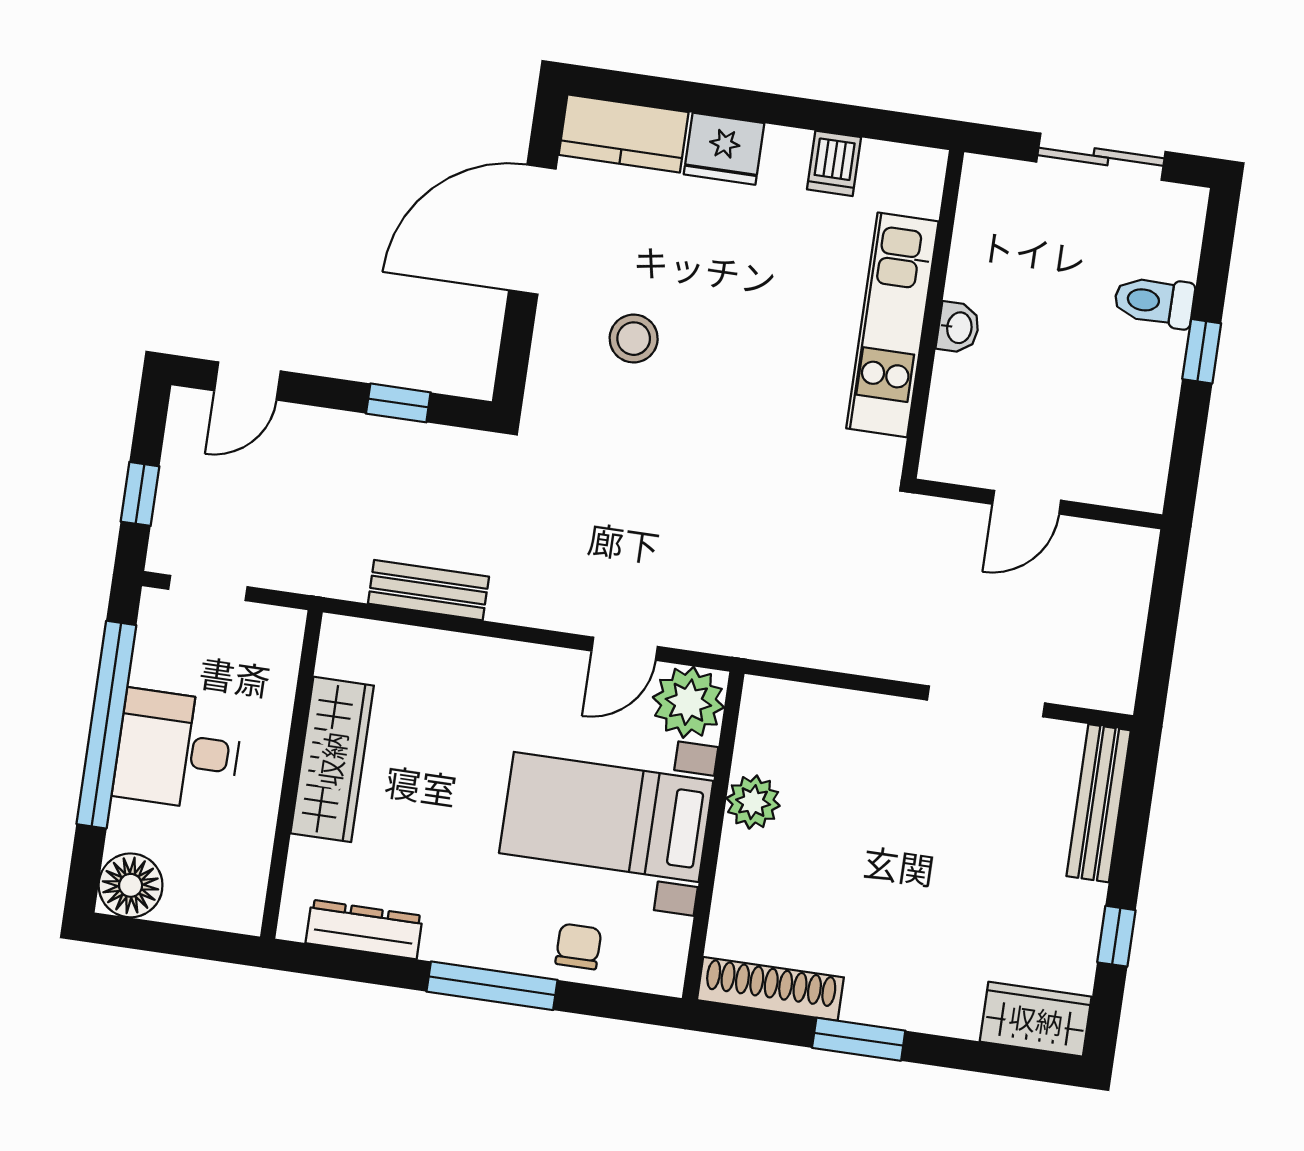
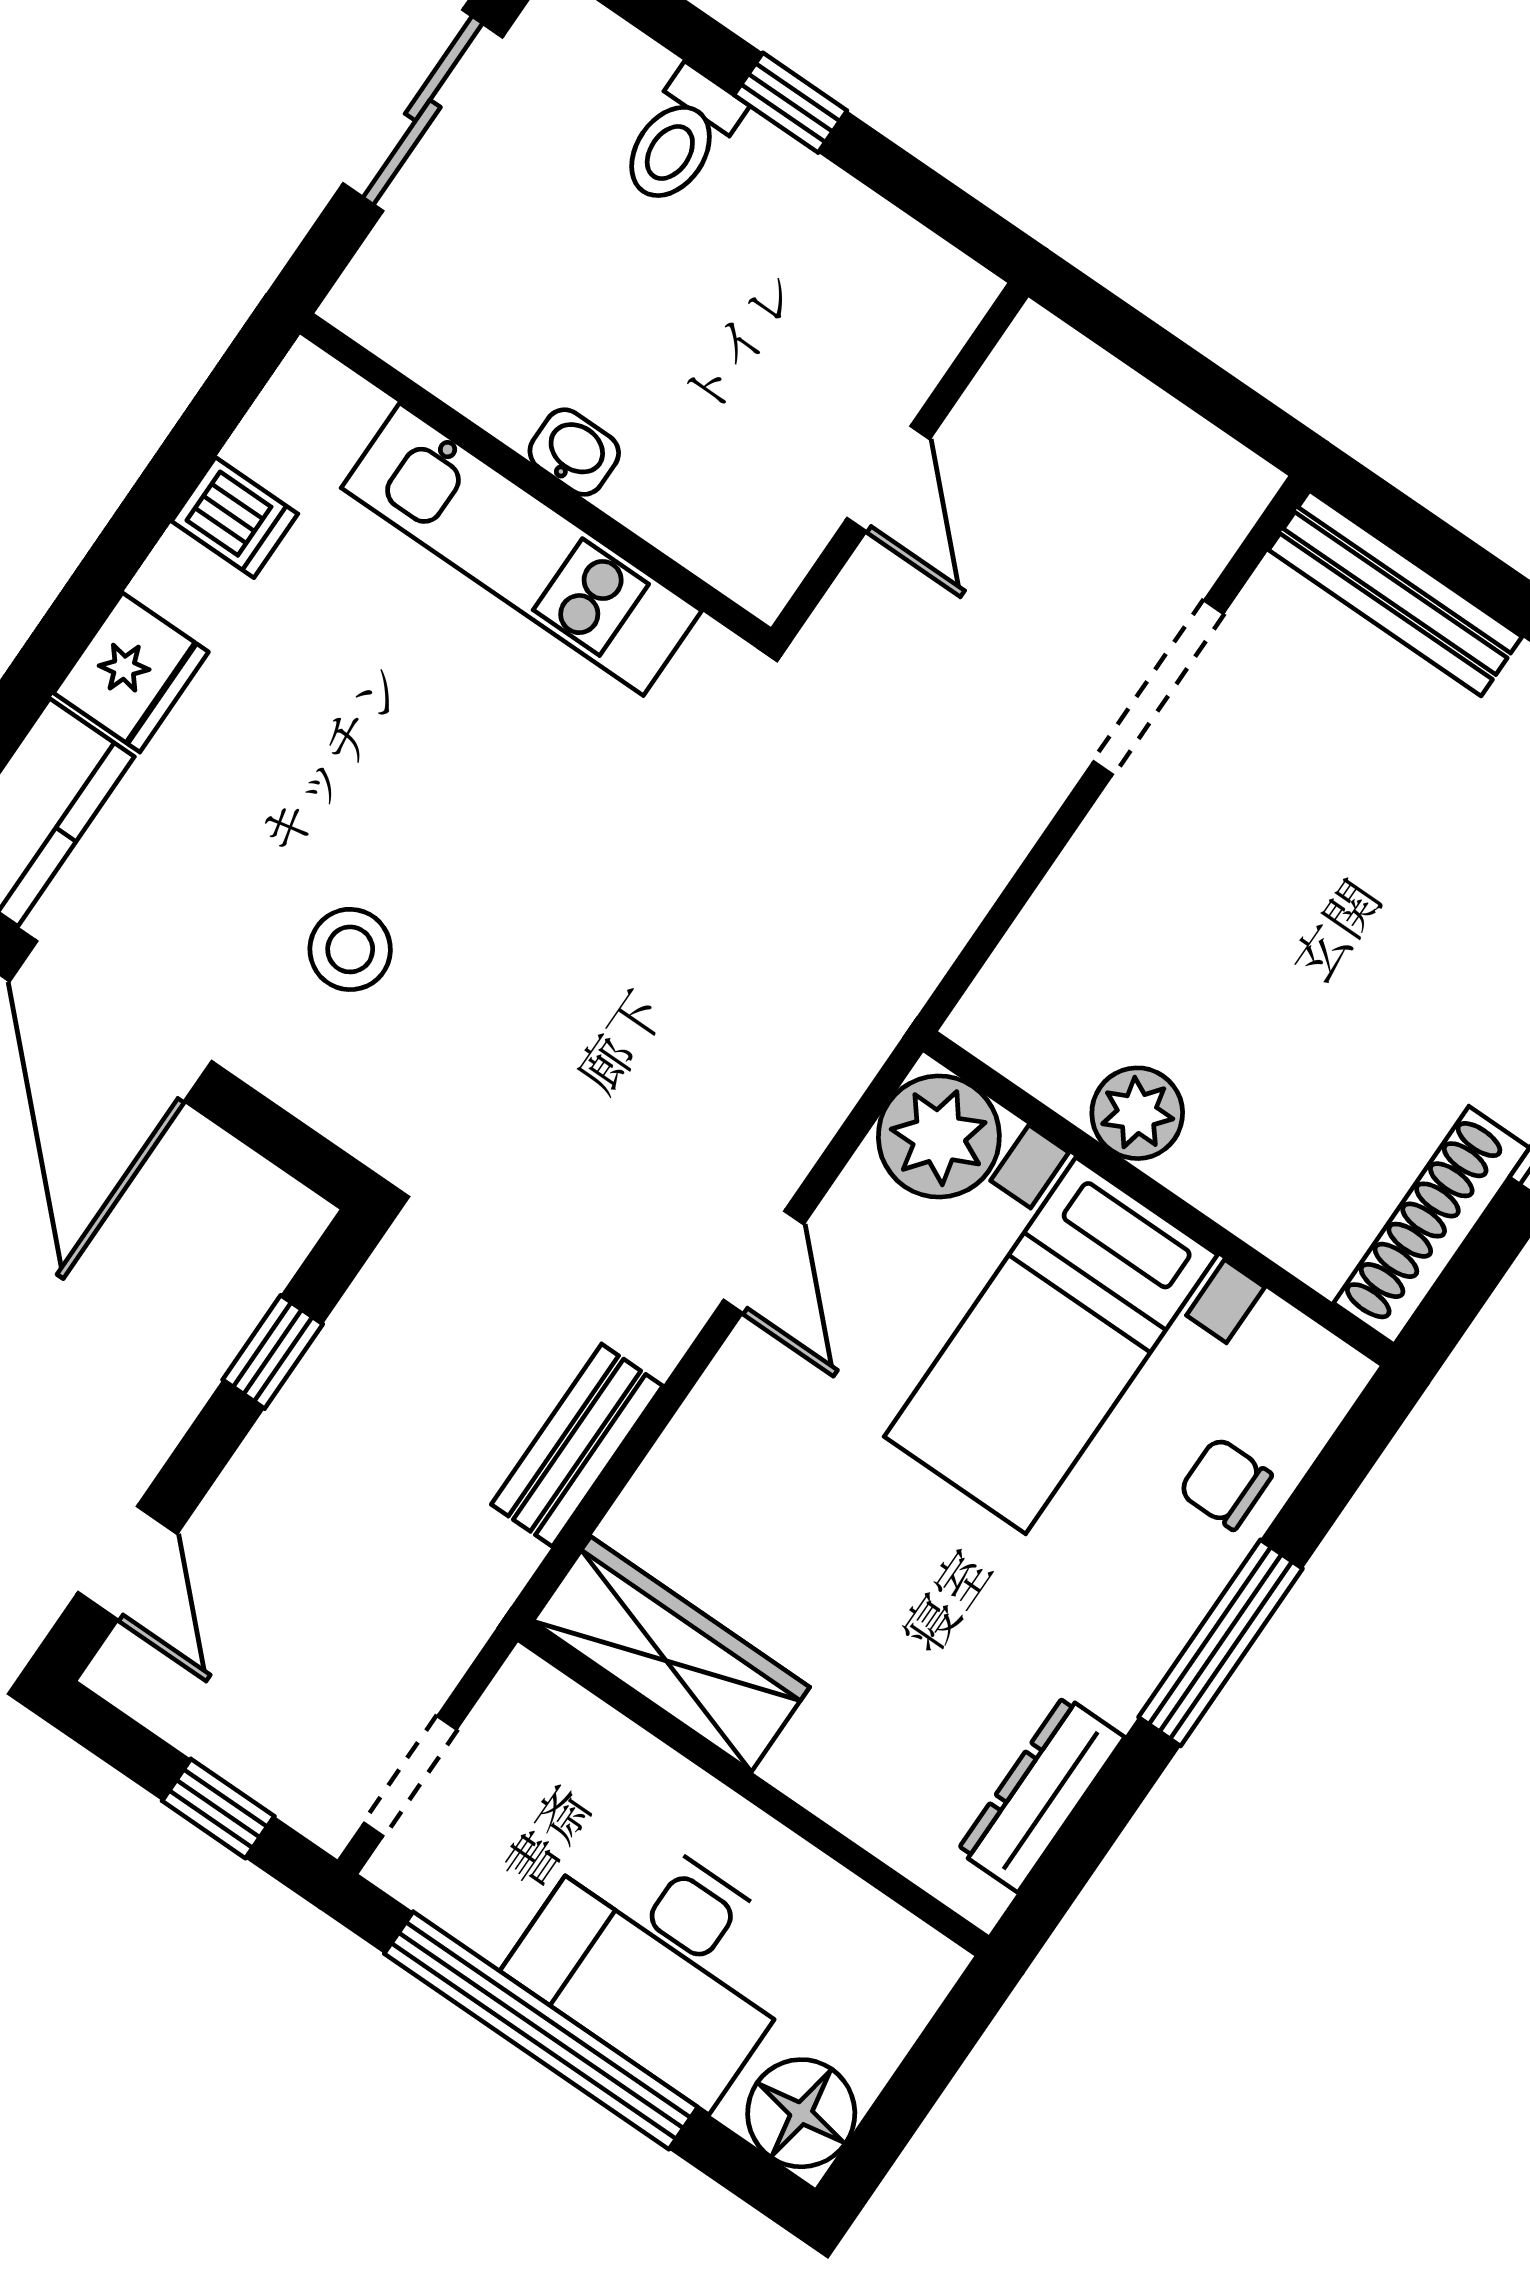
door: (625, 649) -> (764, 1262), moved
desk: (178, 750) -> (661, 1961), width x1.37
wardrobe: (332, 759) -> (671, 1654), moved

